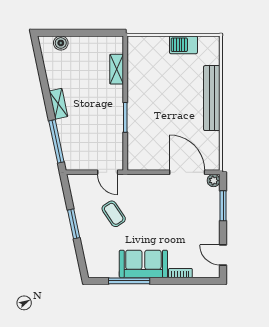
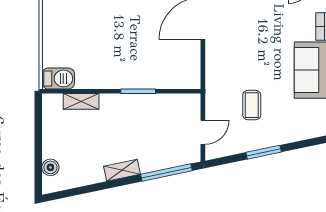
barbecue: (183, 45) -> (58, 78), moved, turned -90
door: (108, 172) -> (203, 132), moved
coffee table: (114, 214) -> (252, 105), turned -56

